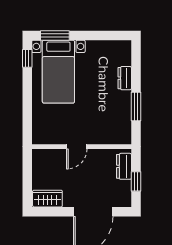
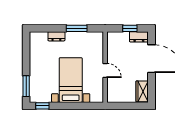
bed with nightstands: (58, 72) -> (71, 80), moved, turned -90
dresser: (124, 166) -> (139, 37), moved

